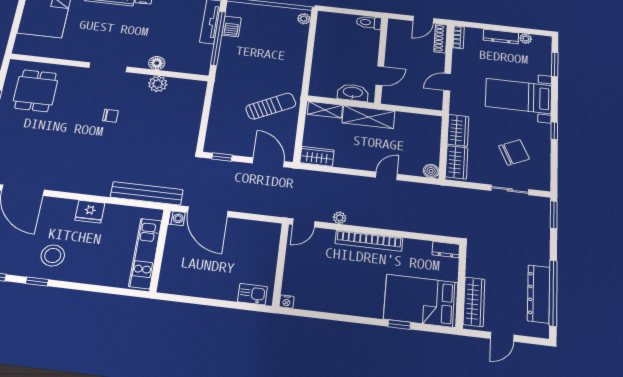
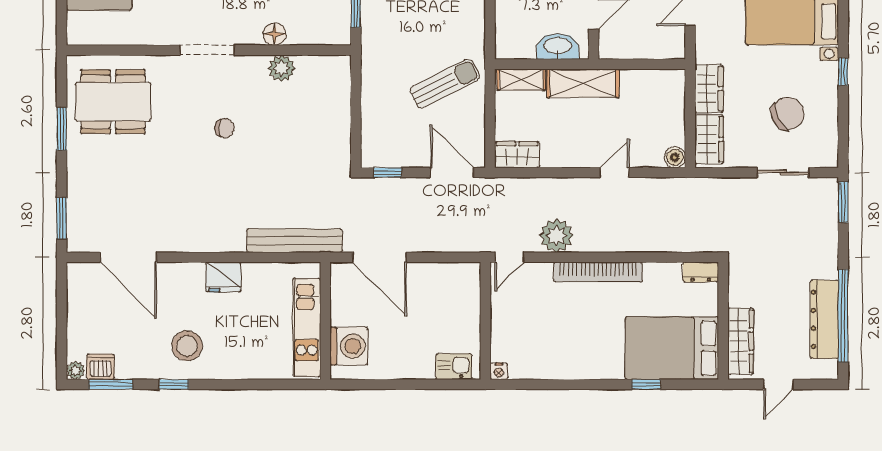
dining table: (36, 91) -> (113, 102), width x1.38
washing machine: (177, 218) -> (349, 346), moved, width x1.89, depth x1.89
plant: (340, 218) -> (556, 236), width x1.88, depth x1.88

